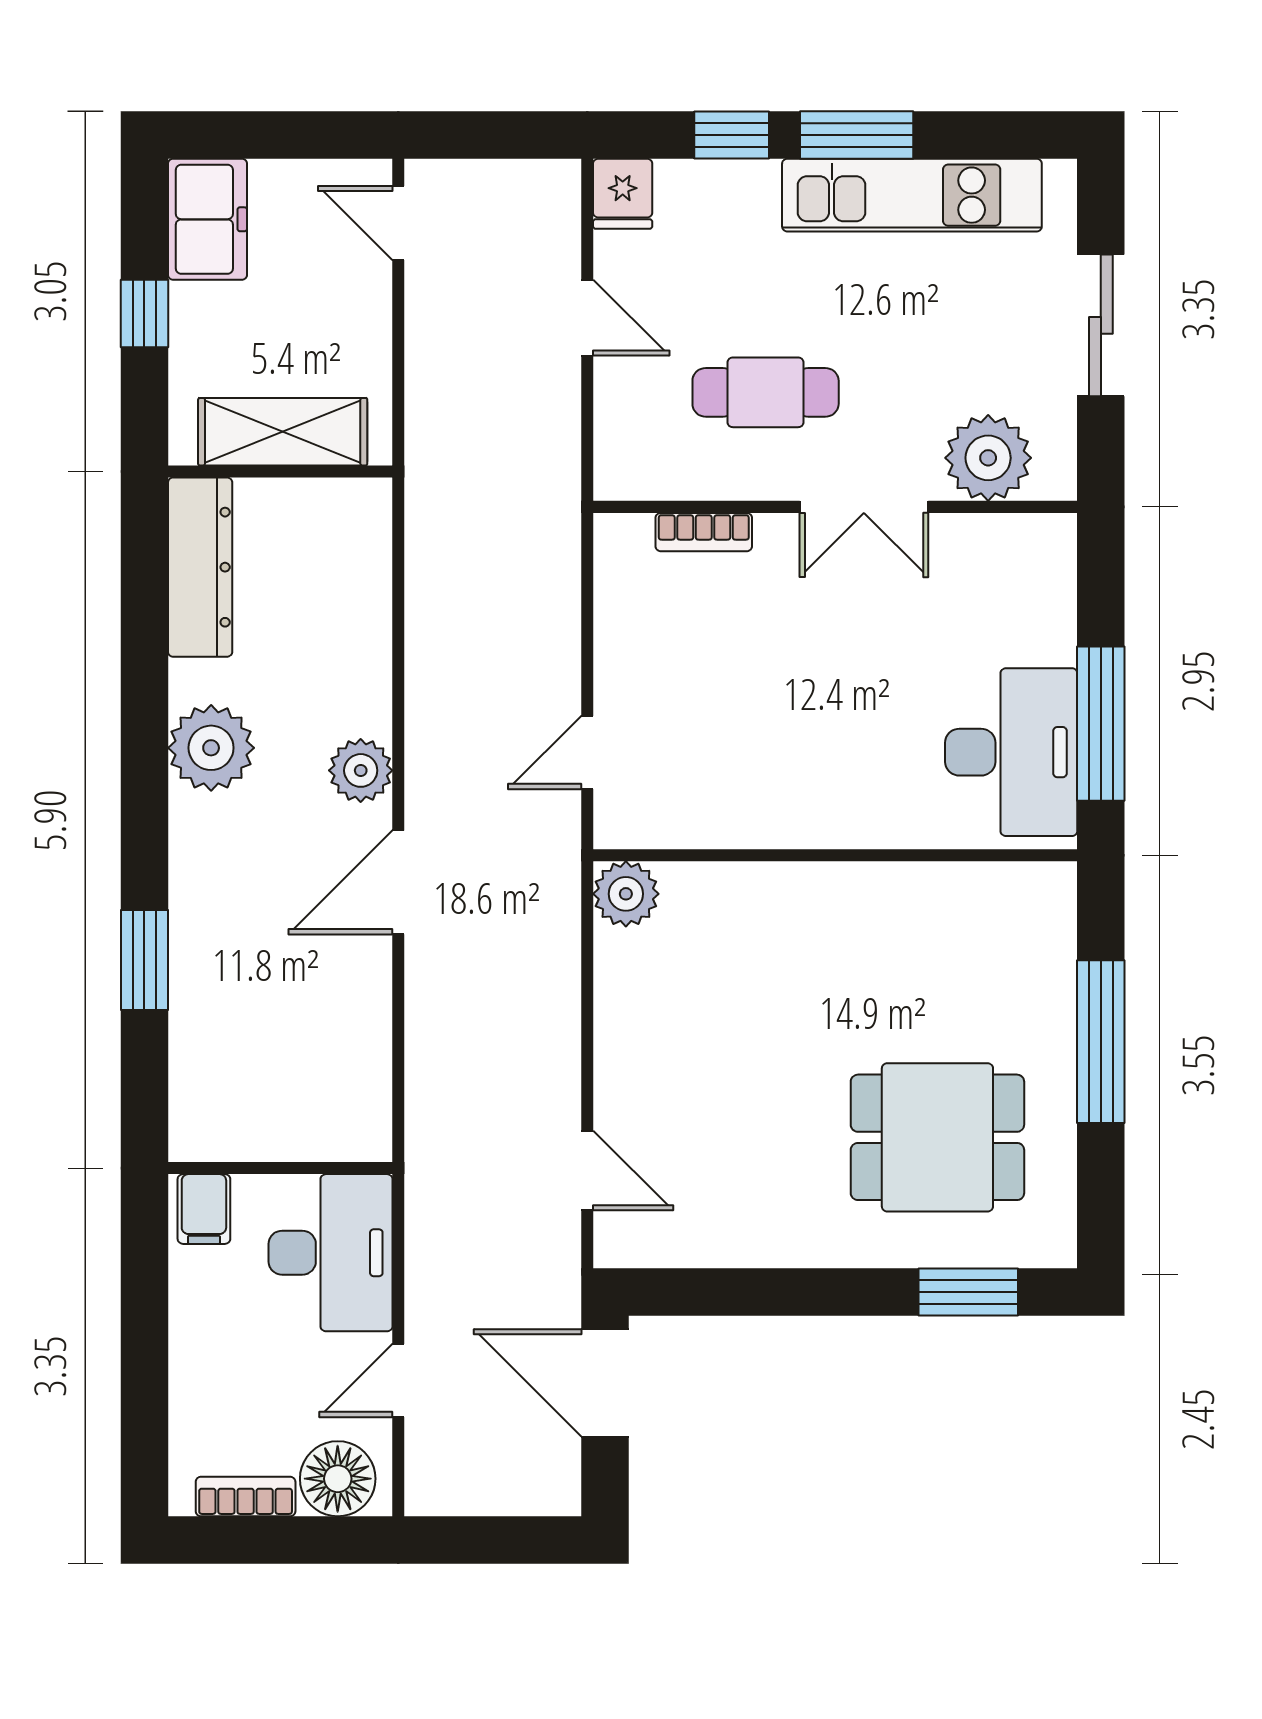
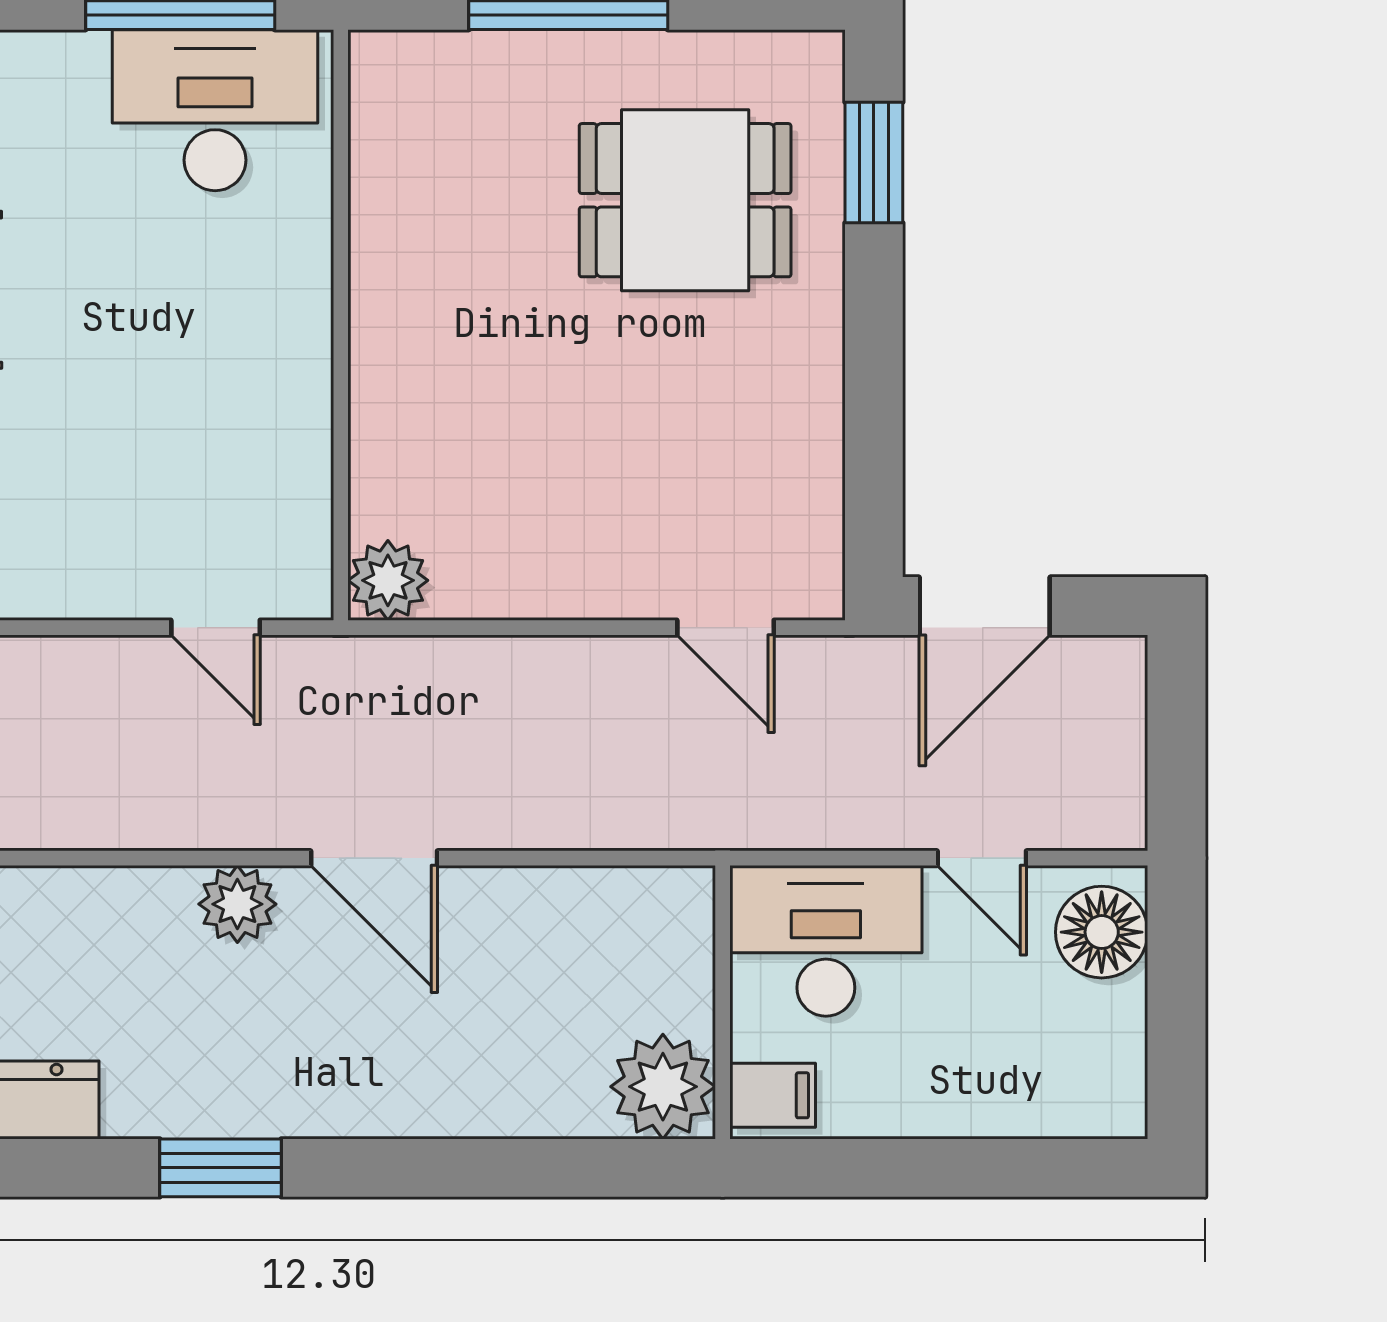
plant: (211, 748) -> (663, 1087), moved
window: (144, 960) -> (220, 1168), moved
dining table: (937, 1137) -> (685, 200), turned 90
door: (587, 1171) -> (726, 628), swing flipped
bookcase: (246, 1497) -> (1123, 1045), removed

